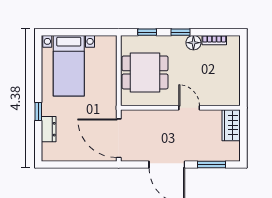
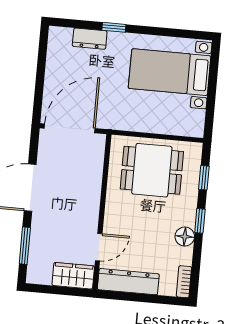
bookcase: (214, 40) -> (184, 282), moved
dining table: (145, 72) -> (152, 170), turned 90
dresser: (232, 83) -> (128, 282), added
door: (189, 108) -> (99, 247), moved

